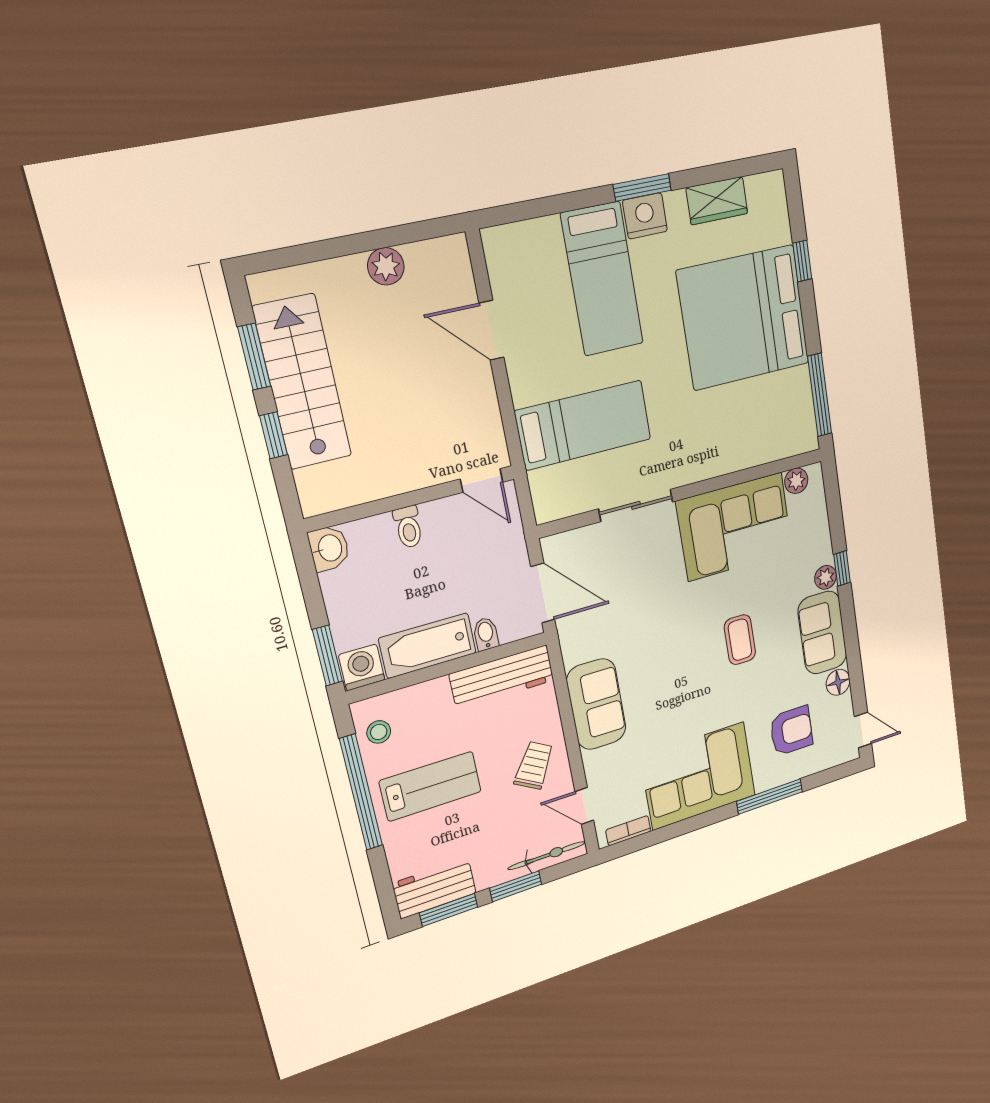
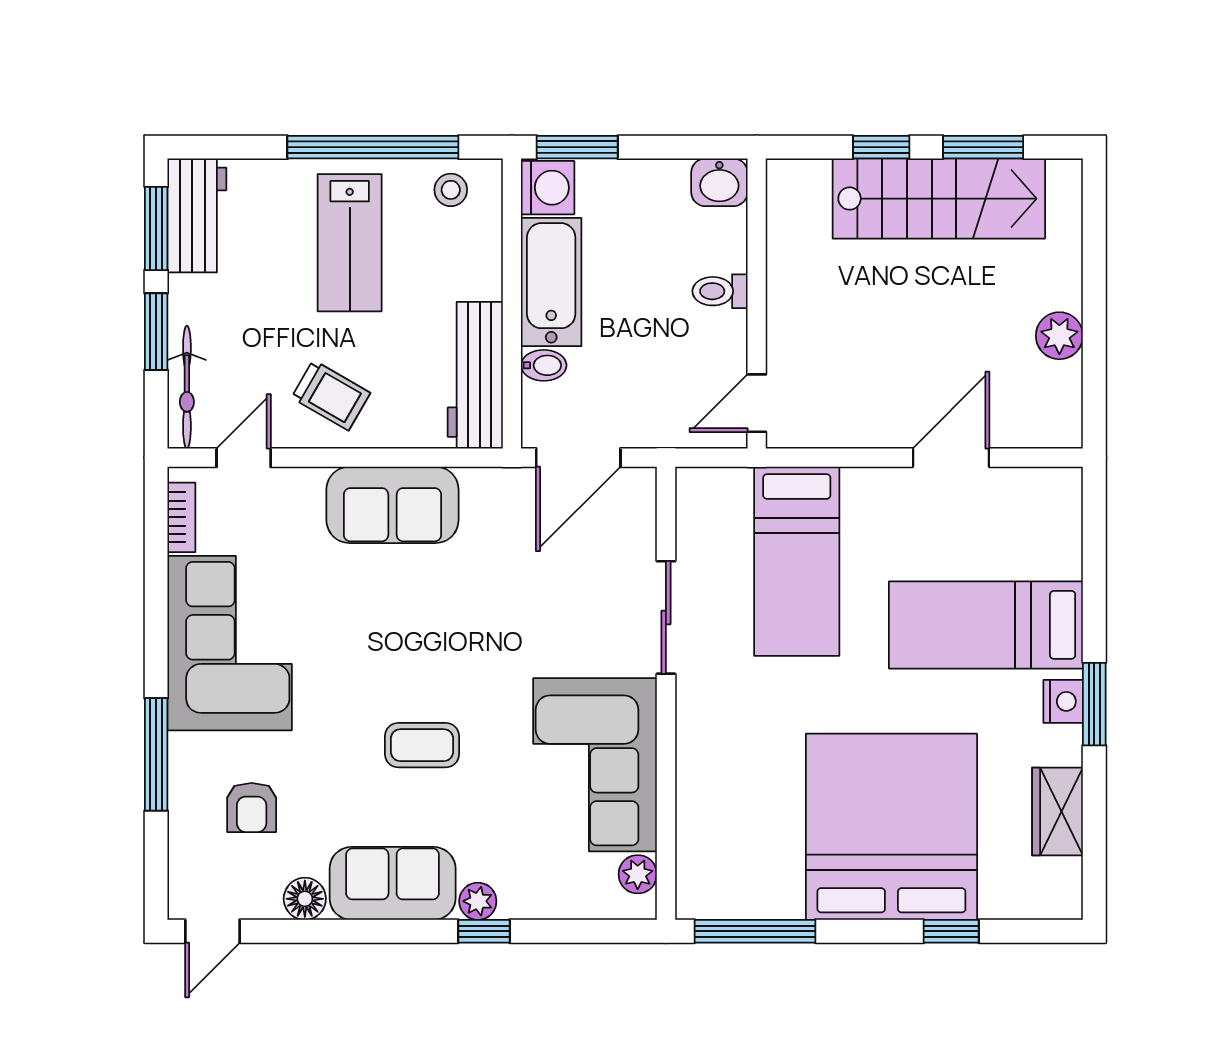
nightstand: (645, 216) -> (1063, 701), width x0.74, depth x0.75
armchair: (791, 731) -> (252, 807), width x0.72, depth x0.72

